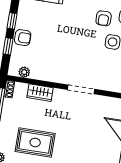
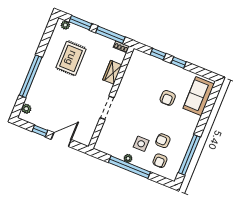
armchair: (23, 38) -> (168, 98), moved
plant: (24, 72) -> (133, 63), removed

